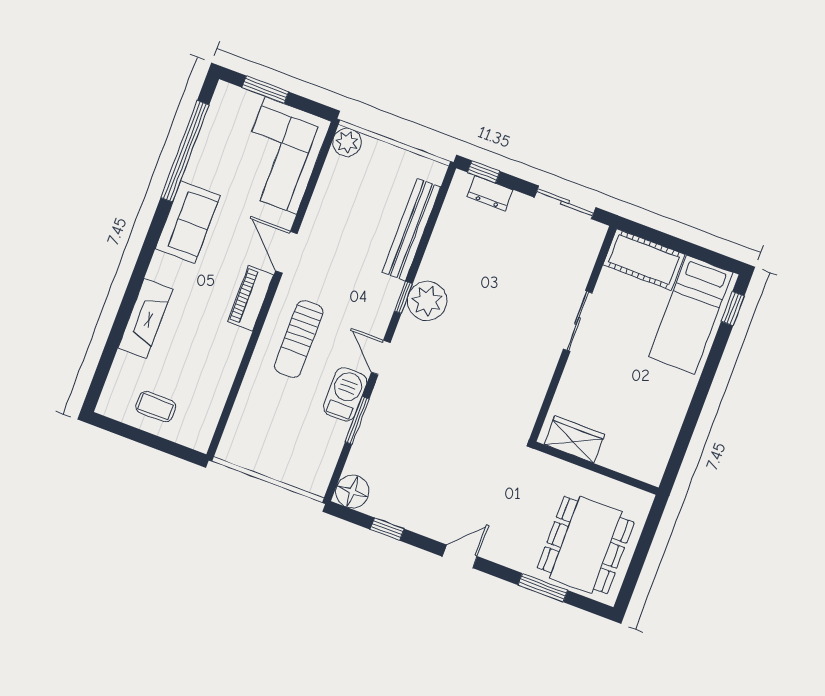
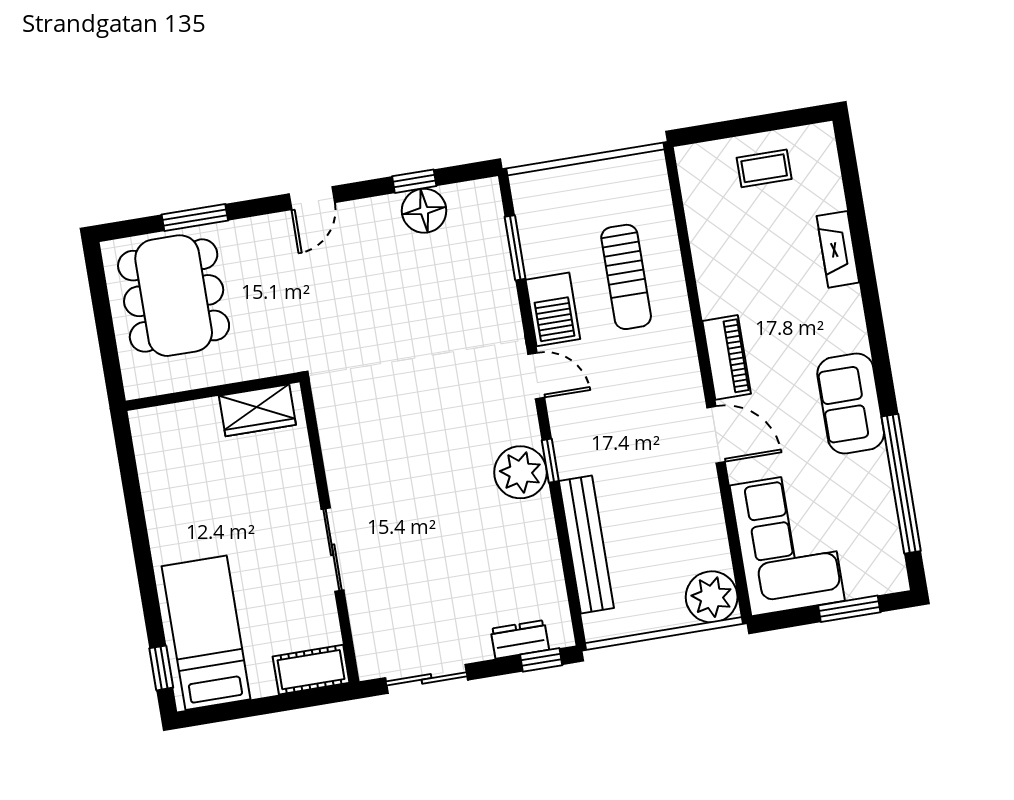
plant: (347, 142) -> (712, 597), width x1.36, depth x1.36
cot: (644, 260) -> (311, 670), width x0.73, depth x0.75
fireplace: (145, 319) -> (838, 249), width x0.73, depth x0.76
sun lounger: (299, 339) -> (626, 277), moved, turned 180
window: (357, 420) -> (515, 248), moved
floor lamp: (352, 491) -> (424, 211), moved

